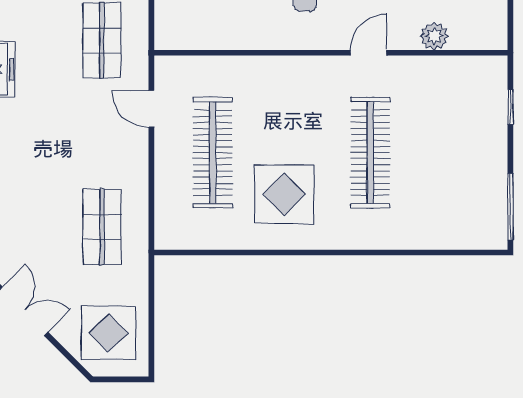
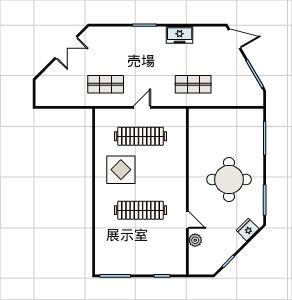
door: (368, 53) -> (187, 220), moved
door: (151, 109) -> (142, 107), moved
display table: (108, 333) -> (56, 87), removed

